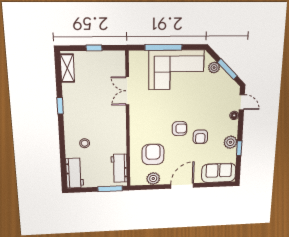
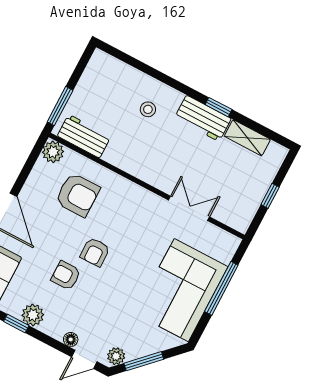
shelving: (67, 68) -> (247, 138), moved
plant: (214, 68) -> (116, 356), moved
workbench: (75, 173) -> (203, 118), moved
plant: (153, 179) -> (53, 152), moved

